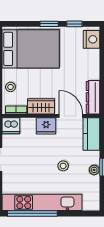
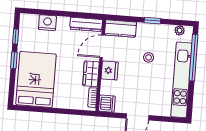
nightstand: (91, 39) -> (47, 23), moved
stool: (10, 87) -> (70, 101), removed
plant: (94, 170) -> (180, 30), moved
window: (32, 213) -> (194, 58), moved

